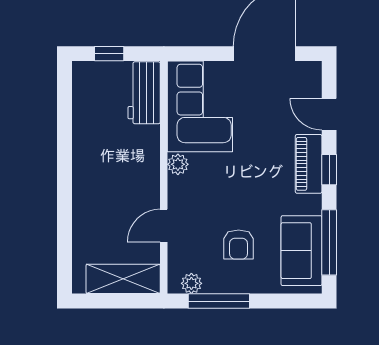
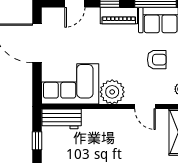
plant: (178, 164) -> (112, 92), width x1.88, depth x1.88
piano: (309, 164) -> (119, 16), moved

